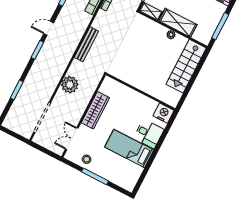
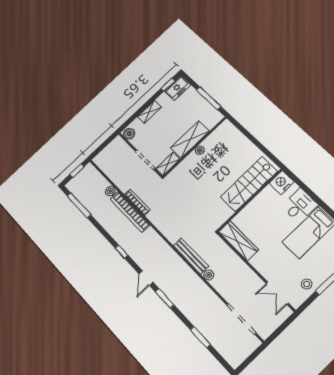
bench: (86, 44) -> (191, 256), moved
stairs: (186, 66) -> (249, 184), moved, turned 90
plant: (70, 85) -> (209, 275), width x0.53, depth x0.53
wardrobe: (95, 110) -> (238, 241), moved

